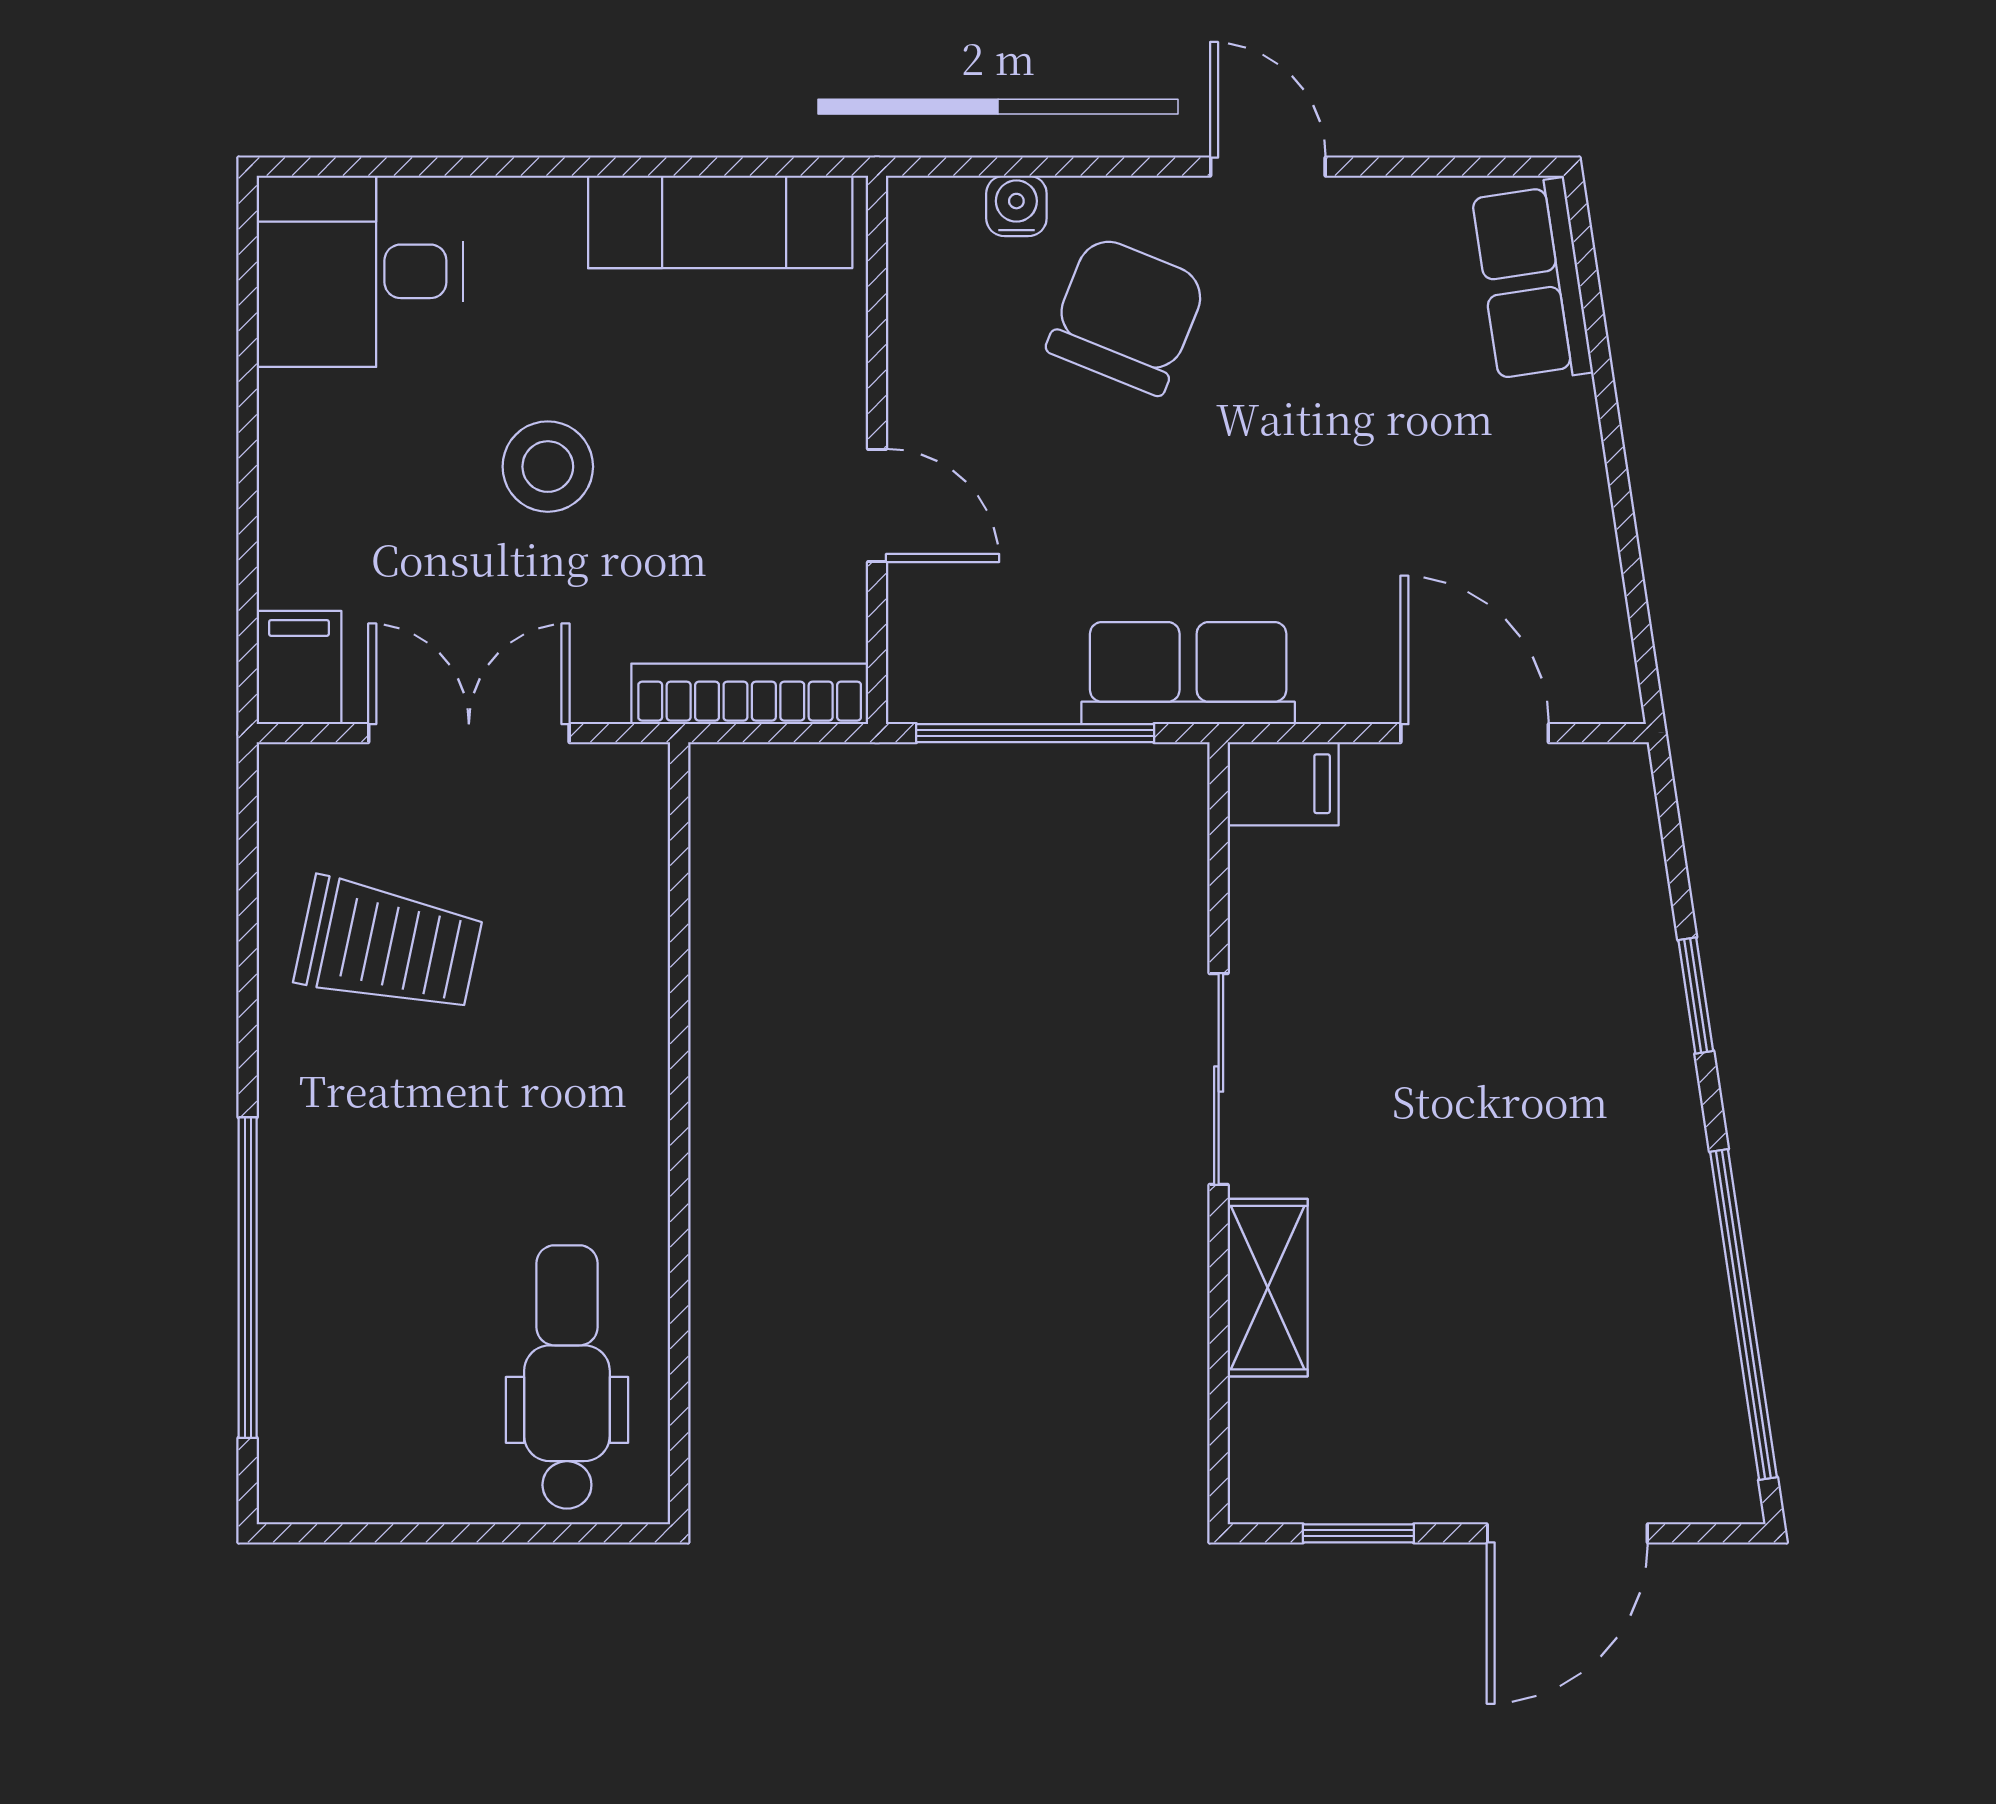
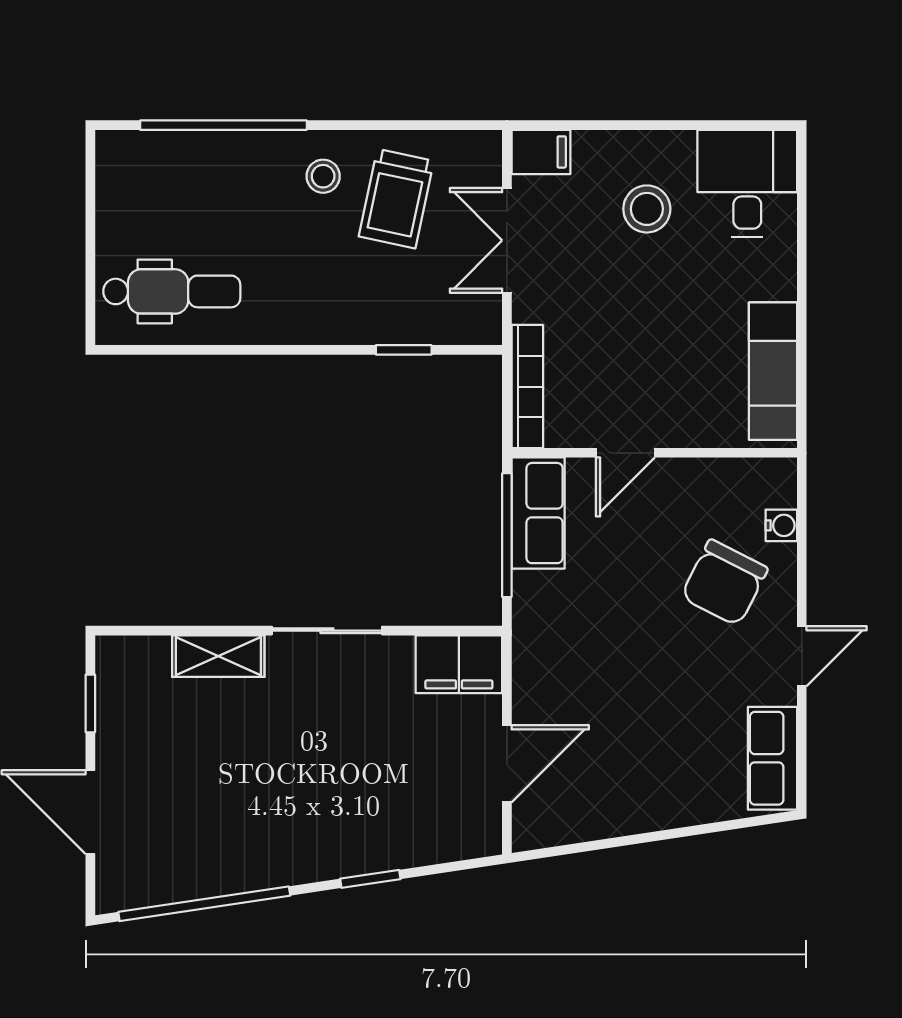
row of seats: (1532, 282) -> (772, 758), moved, turned -81
chair: (1127, 315) -> (724, 583), turned 95
stool: (548, 467) -> (647, 209), moved
row of seats: (1188, 673) -> (538, 513), moved
double door: (469, 733) -> (507, 240), swing flipped
filing cabinet: (1283, 784) -> (459, 664), width x2.00
window: (679, 931) -> (404, 350), added
stool: (346, 1086) -> (323, 176), added

